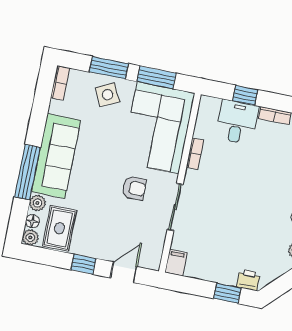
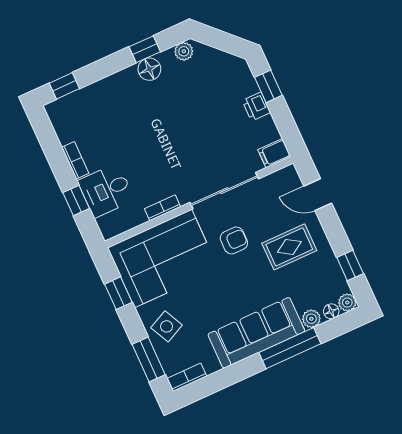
window: (109, 68) -> (149, 359), moved
window: (156, 77) -> (118, 293), width x0.67
armchair: (134, 188) -> (234, 240), turned 90
sliding door: (175, 207) -> (224, 191), width x1.37
rug: (60, 228) -> (289, 247), moved
window: (83, 264) -> (350, 266), moved
printer: (248, 280) -> (256, 107), moved

